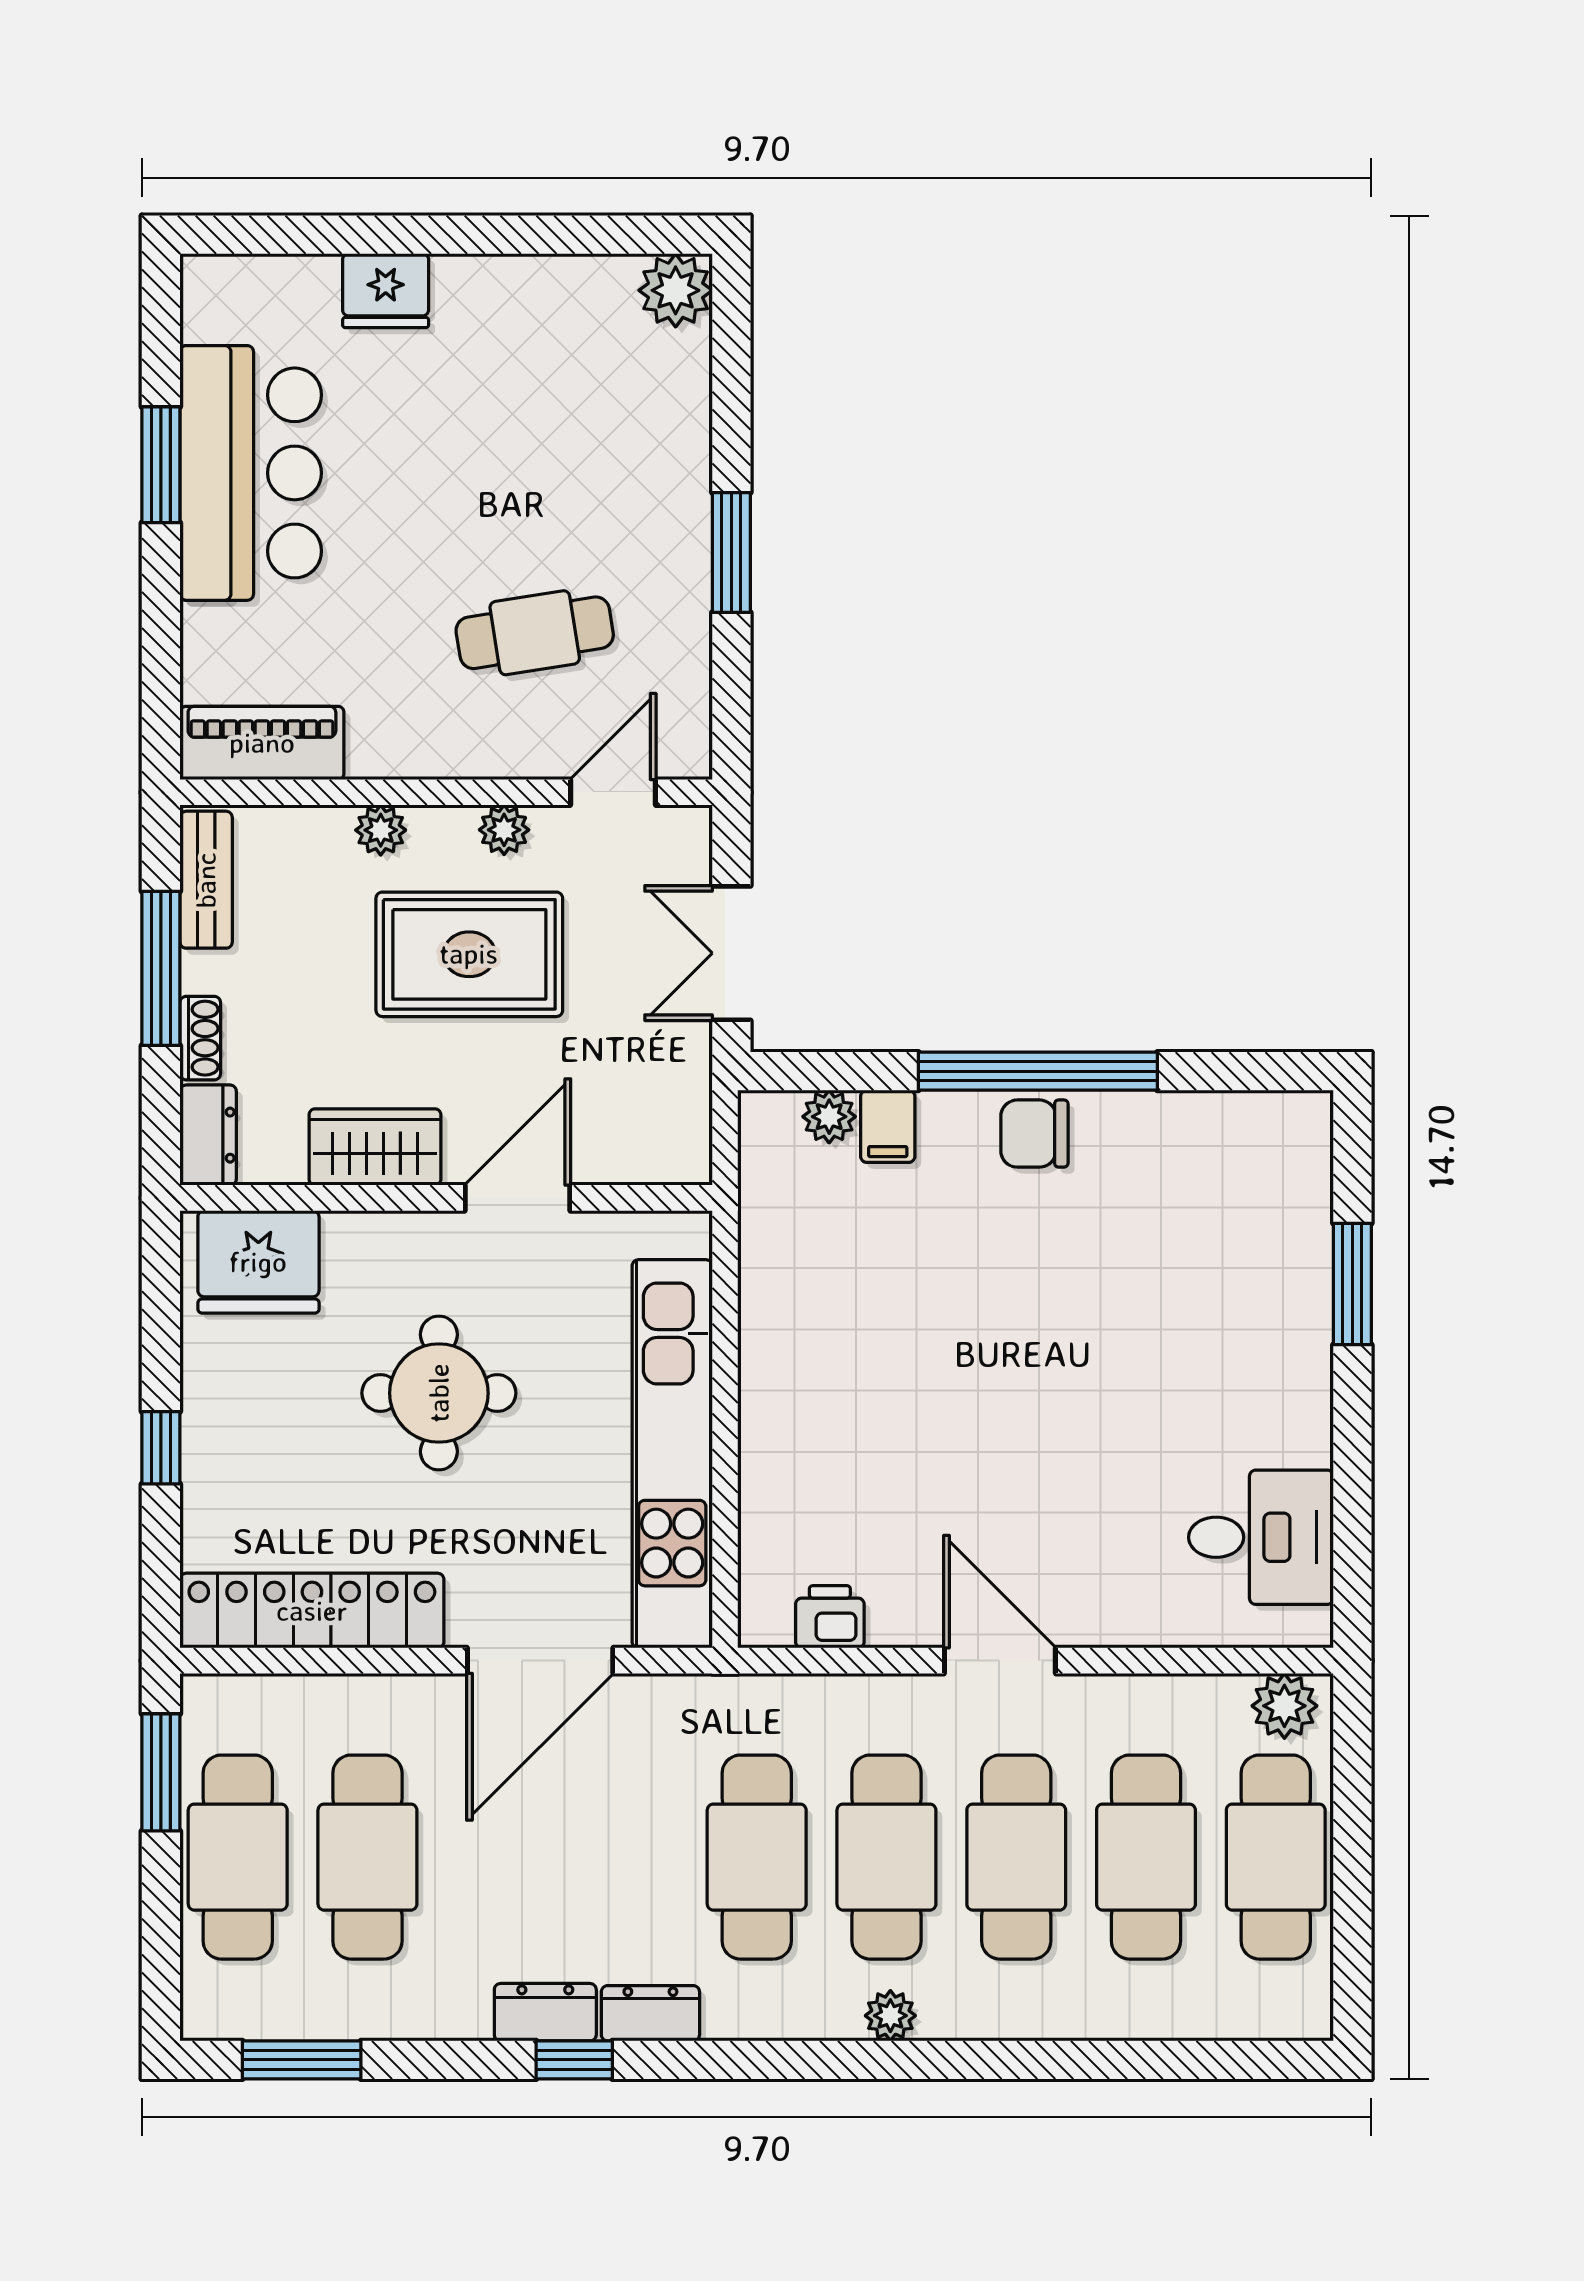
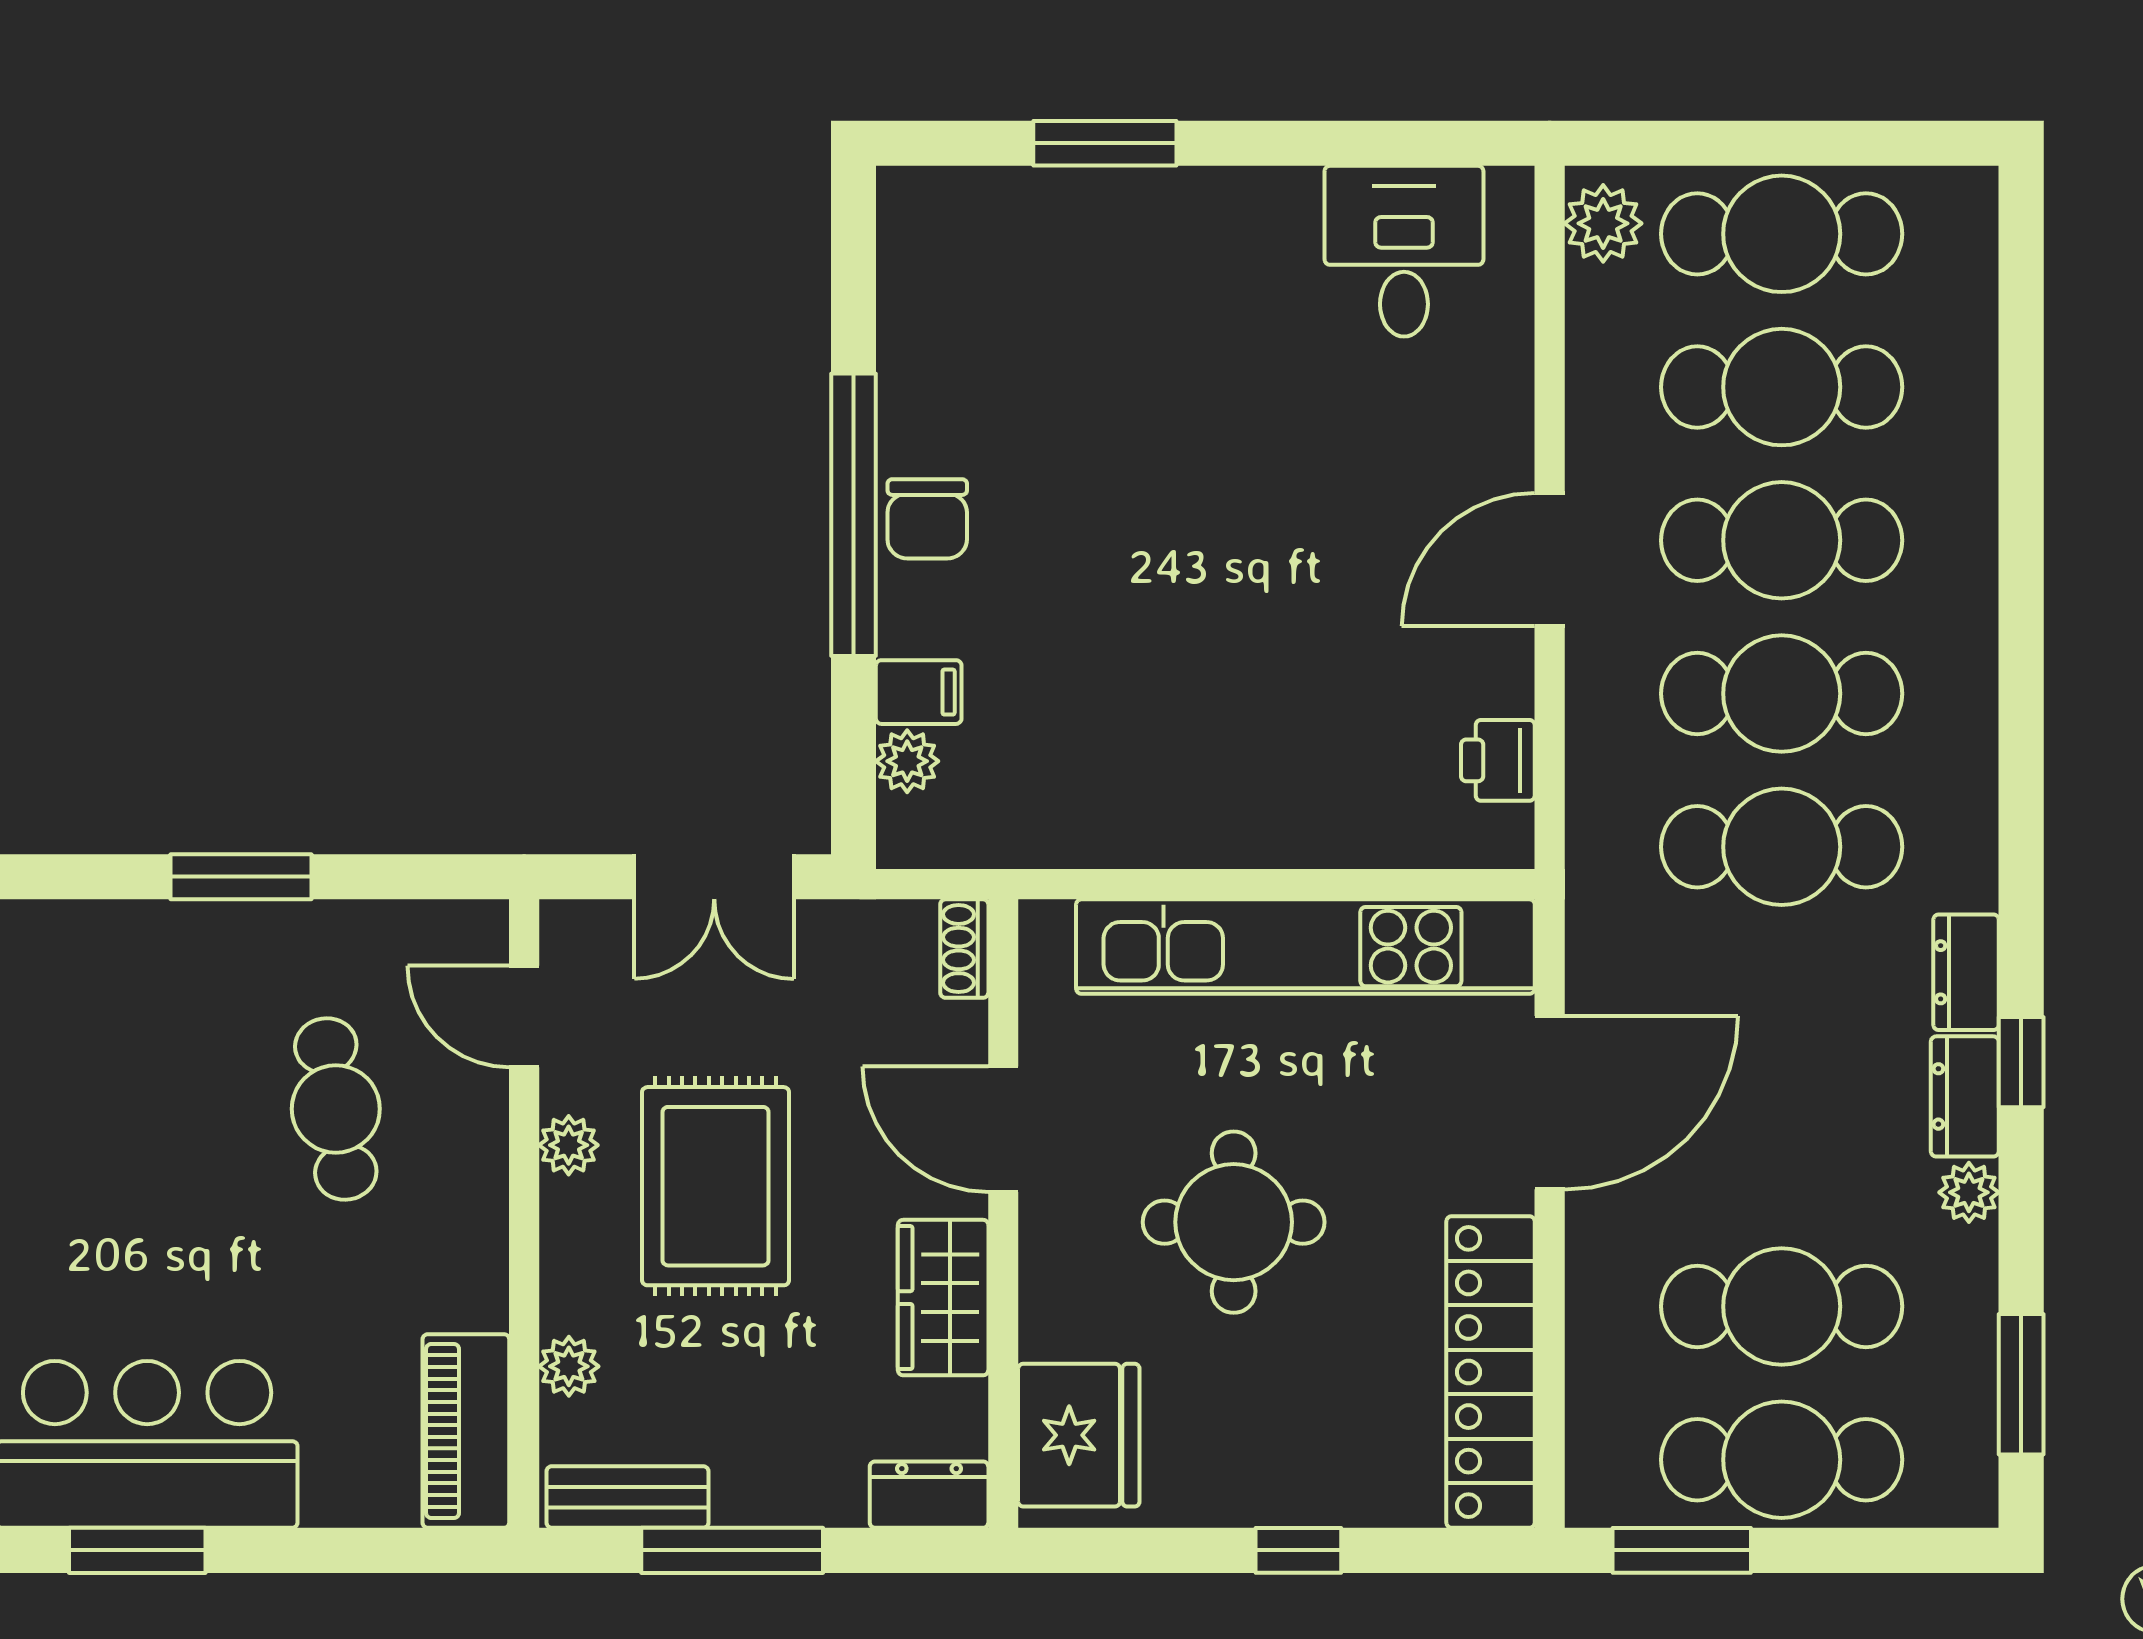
plant: (381, 830) -> (569, 1366), moved
shoe rack: (200, 1038) -> (964, 949), moved, turned -90
door: (540, 1661) -> (1550, 1103), hinge flipped
plant: (890, 2016) -> (1969, 1192), moved

